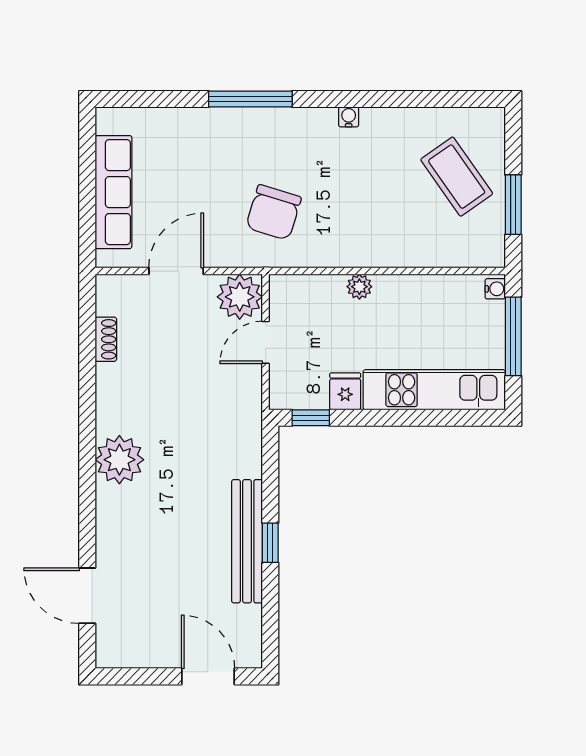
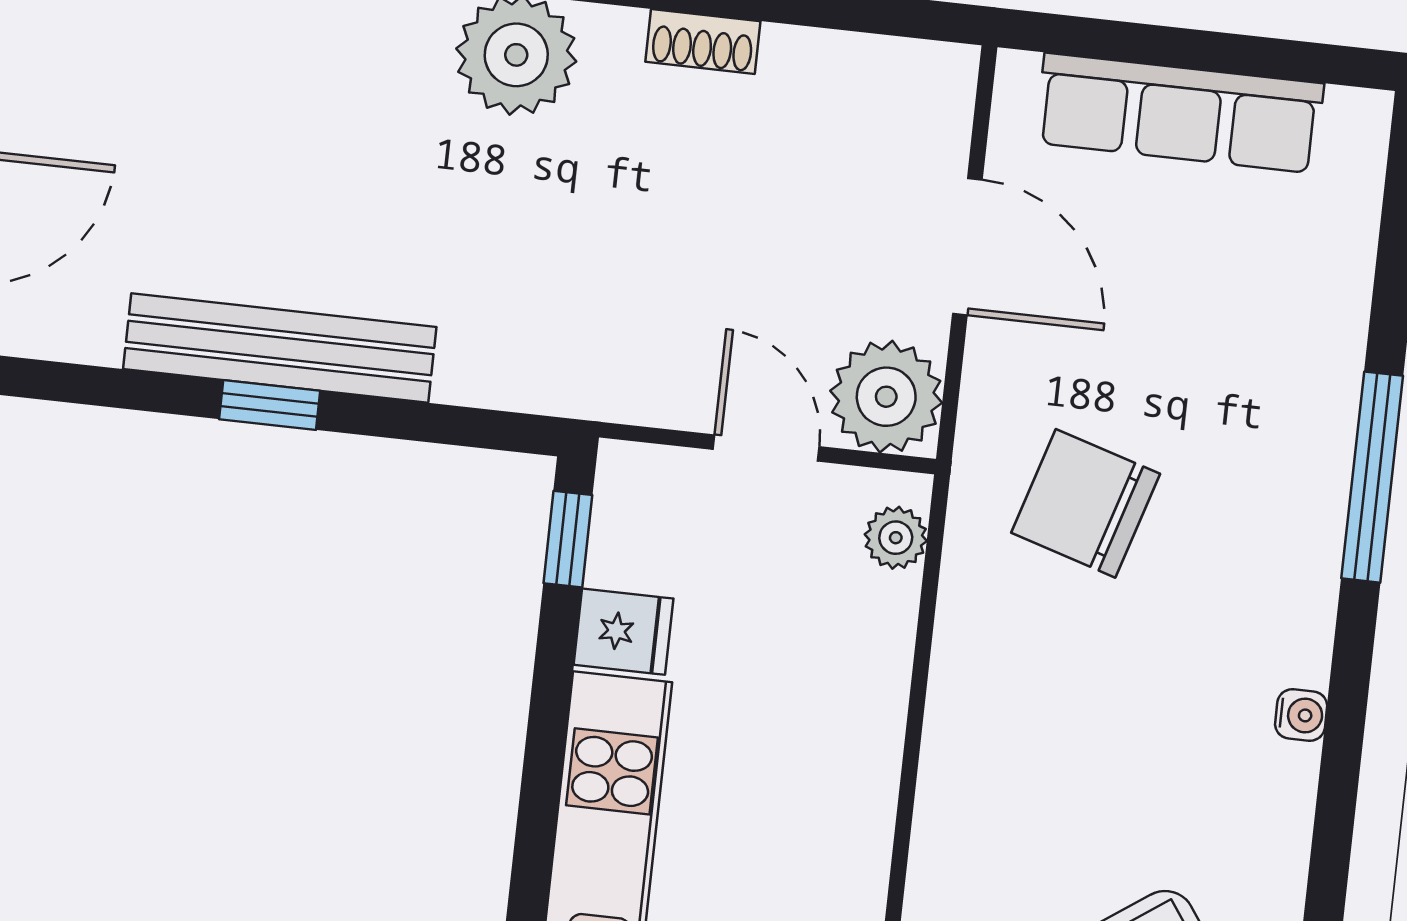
plant: (359, 287) -> (896, 538), moved
shoe rack: (106, 339) -> (703, 41), moved

